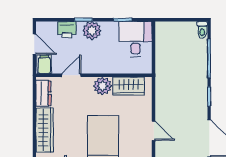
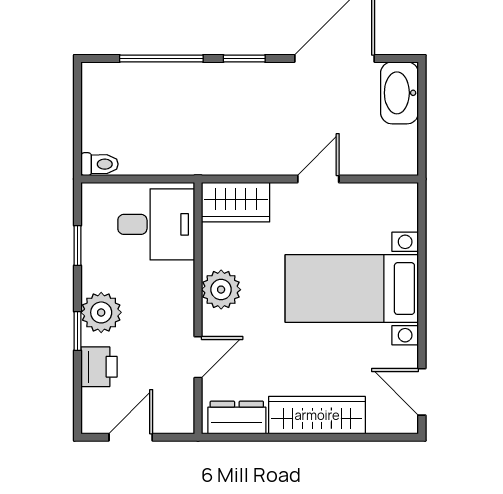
toilet: (202, 30) -> (100, 164), moved
desk: (135, 39) -> (156, 224), moved, turned 180
filing cabinet: (44, 64) -> (174, 416), removed
door: (71, 75) -> (198, 357), swing flipped
wardrobe: (129, 86) -> (236, 202), moved, turned 90

